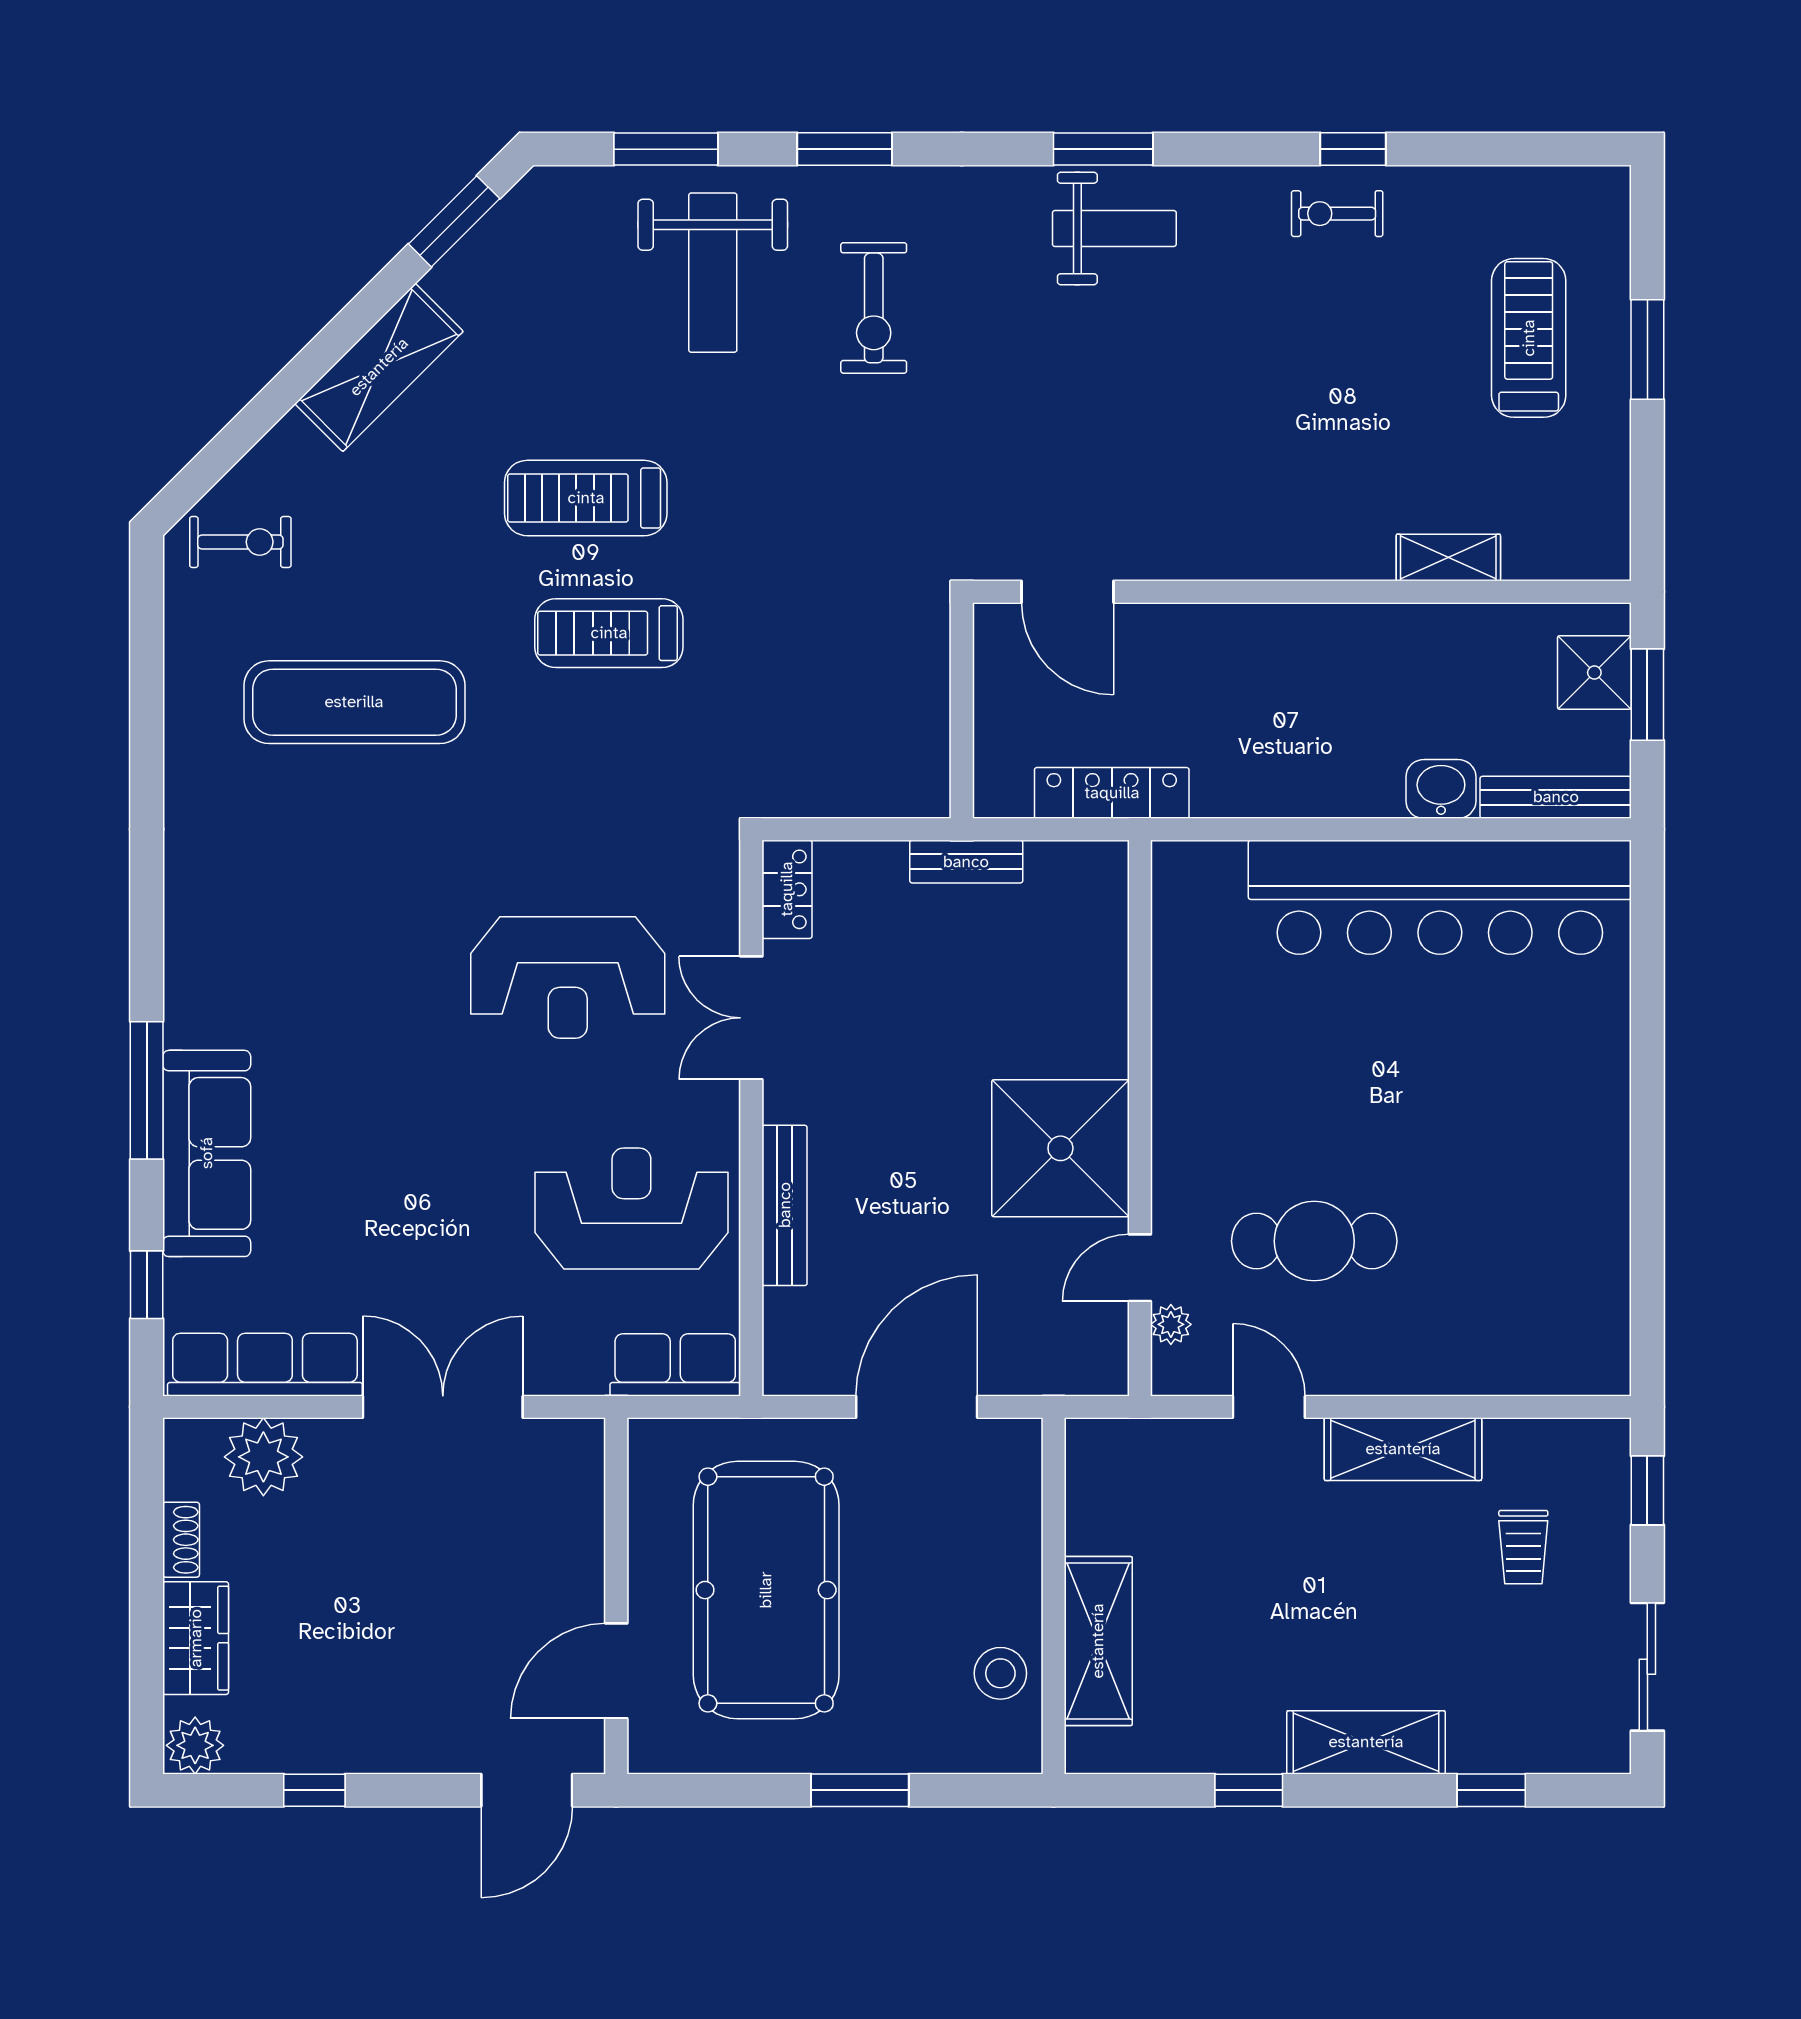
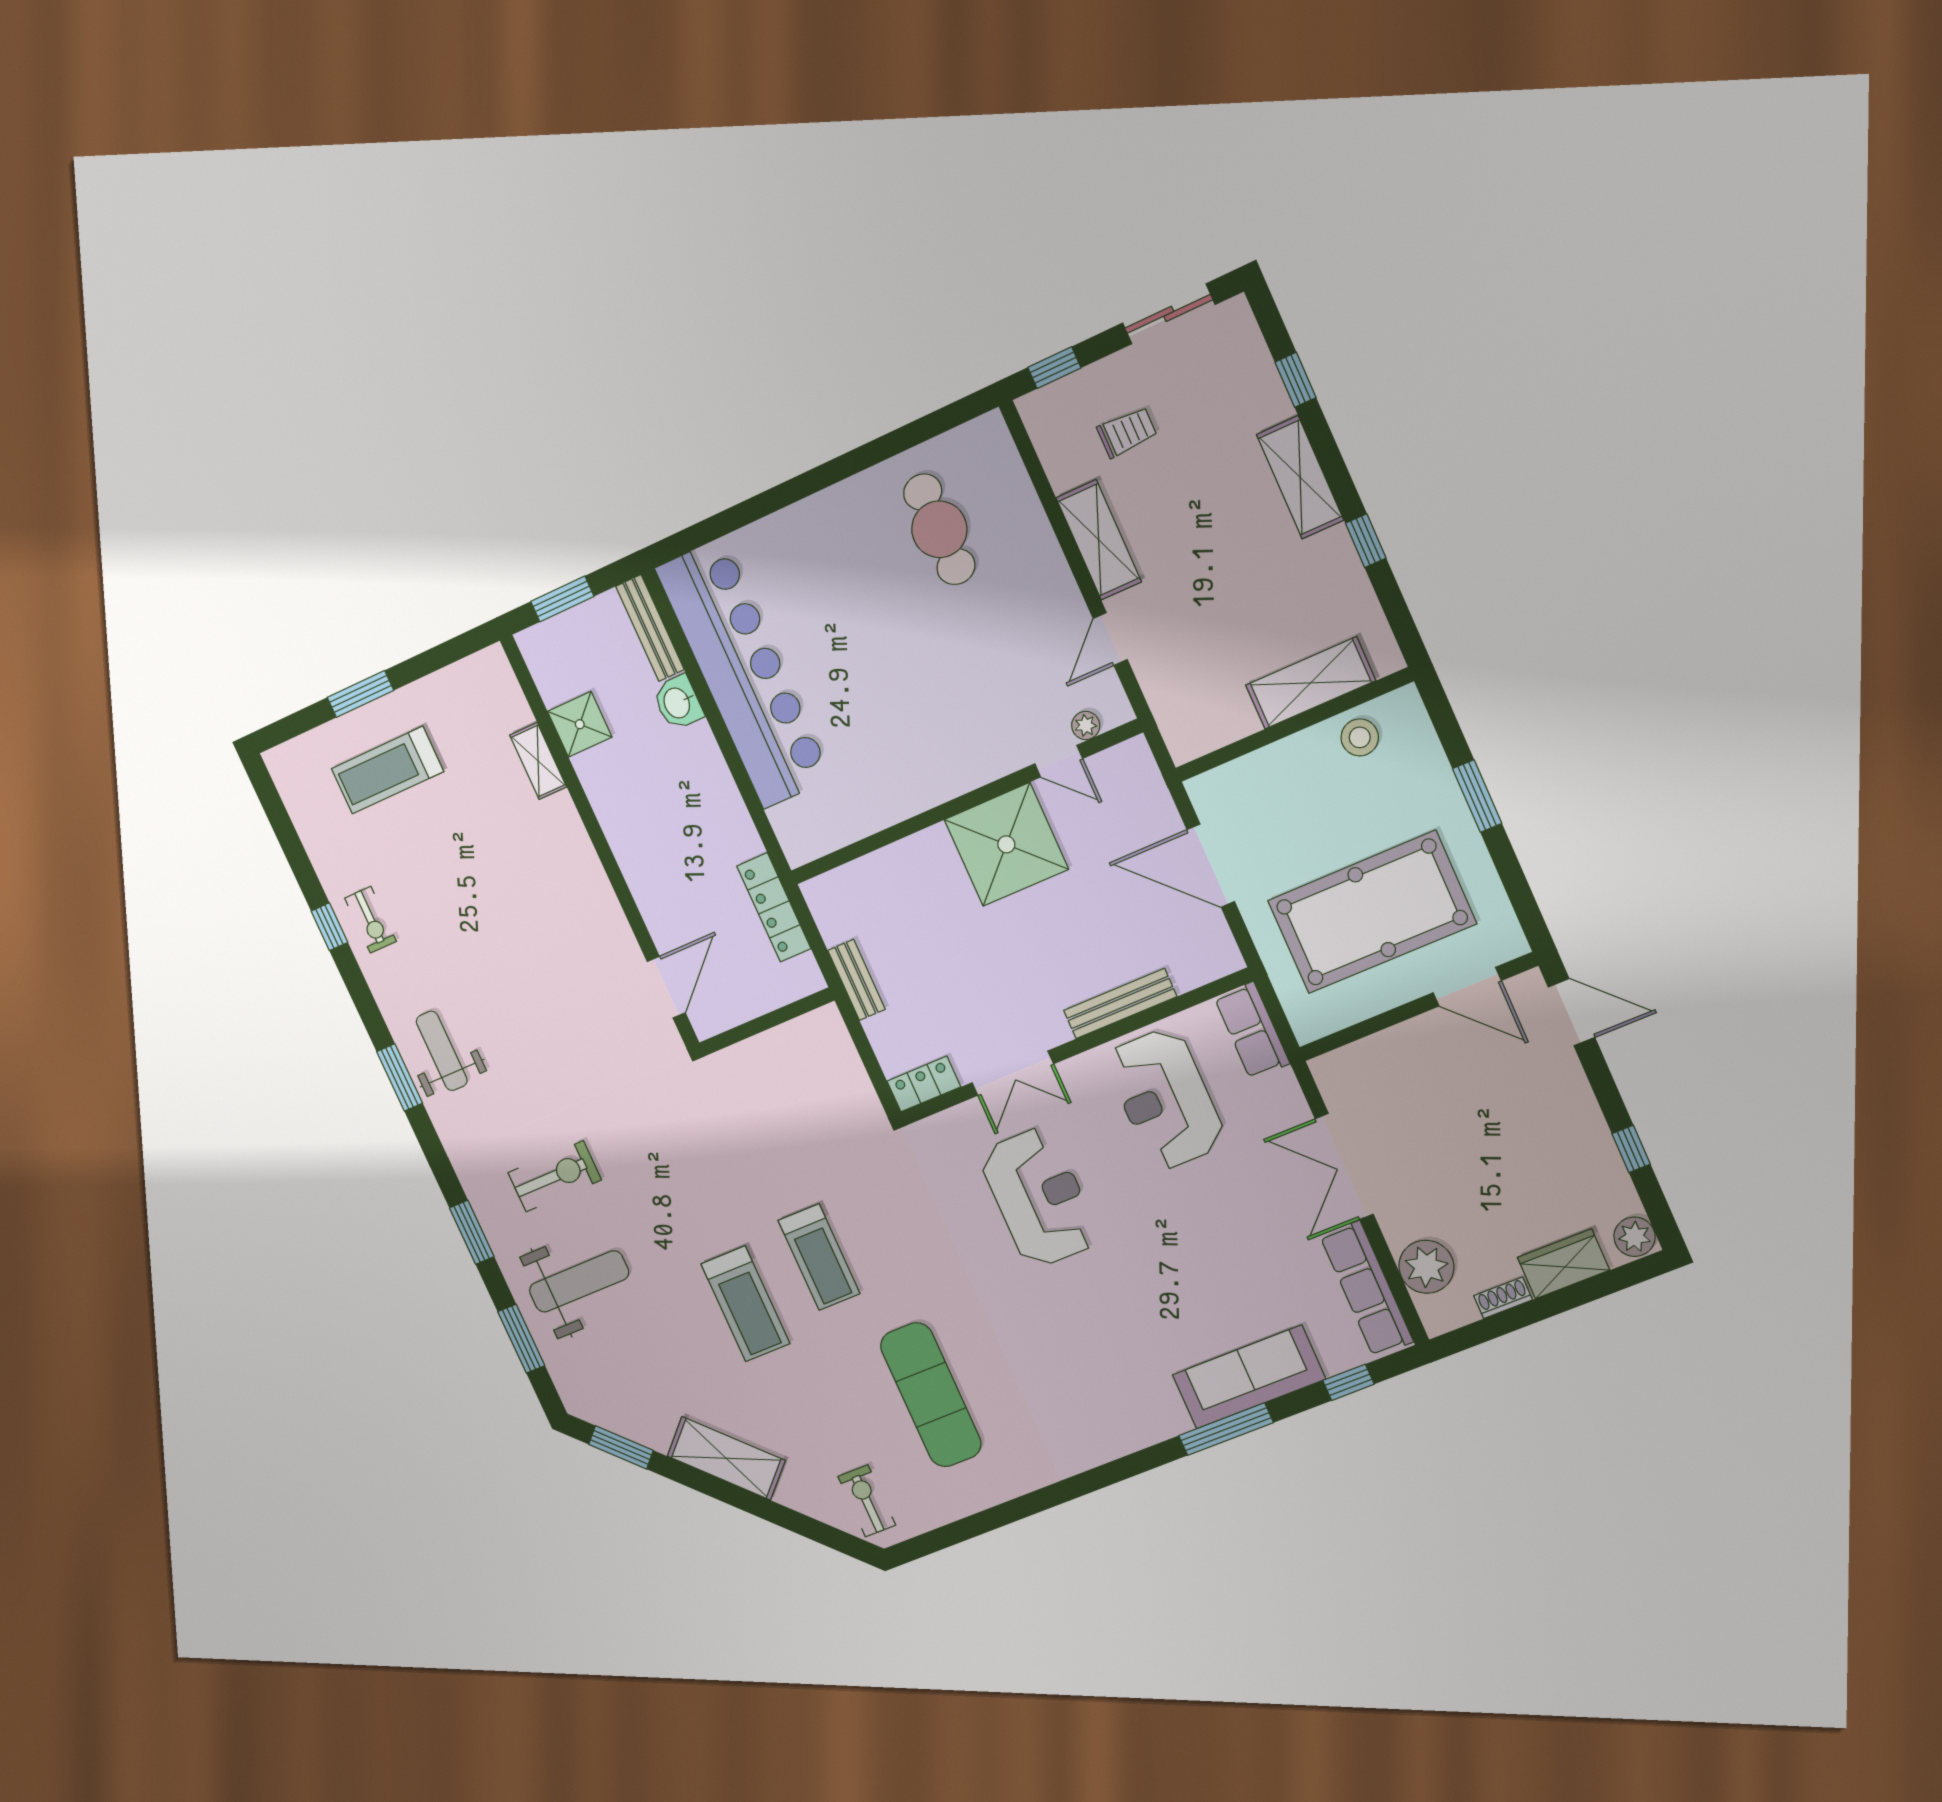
shower: (1594, 673) -> (580, 724), moved
cafe table: (1314, 1241) -> (939, 529), moved

